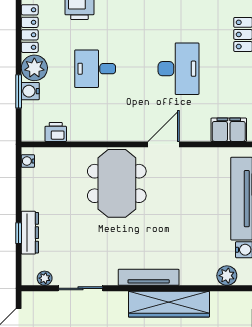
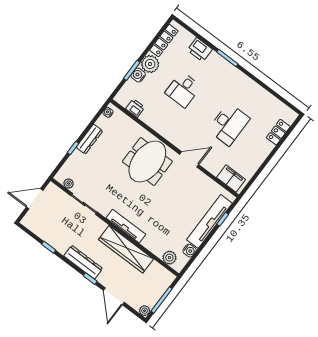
desk: (95, 69) -> (183, 90), turned -90
dresser: (30, 233) -> (89, 139), moved

